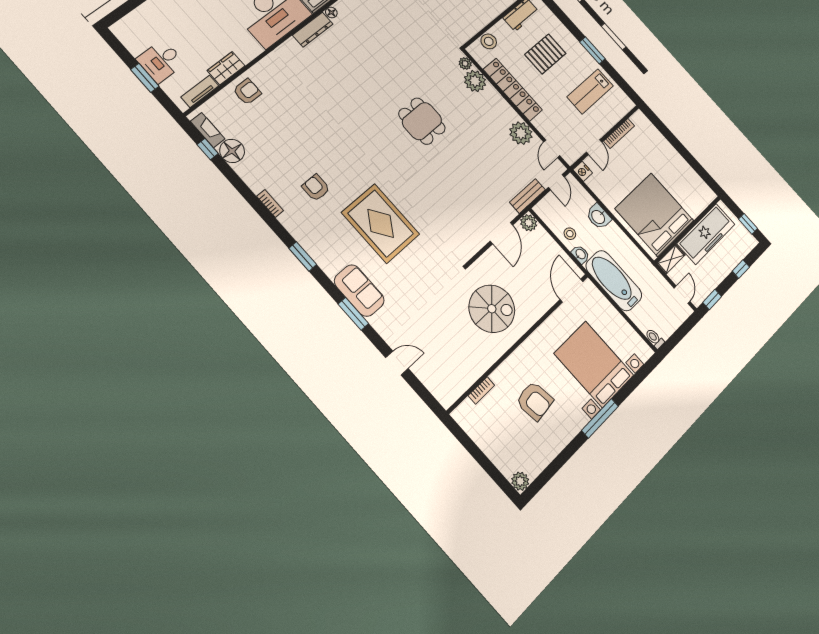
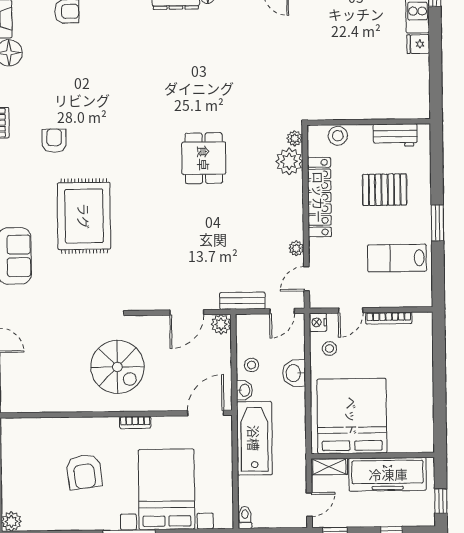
plant: (521, 133) -> (296, 248), width x0.53, depth x0.53
stool: (604, 182) -> (329, 348), added
bookcase: (481, 390) -> (135, 422), moved

